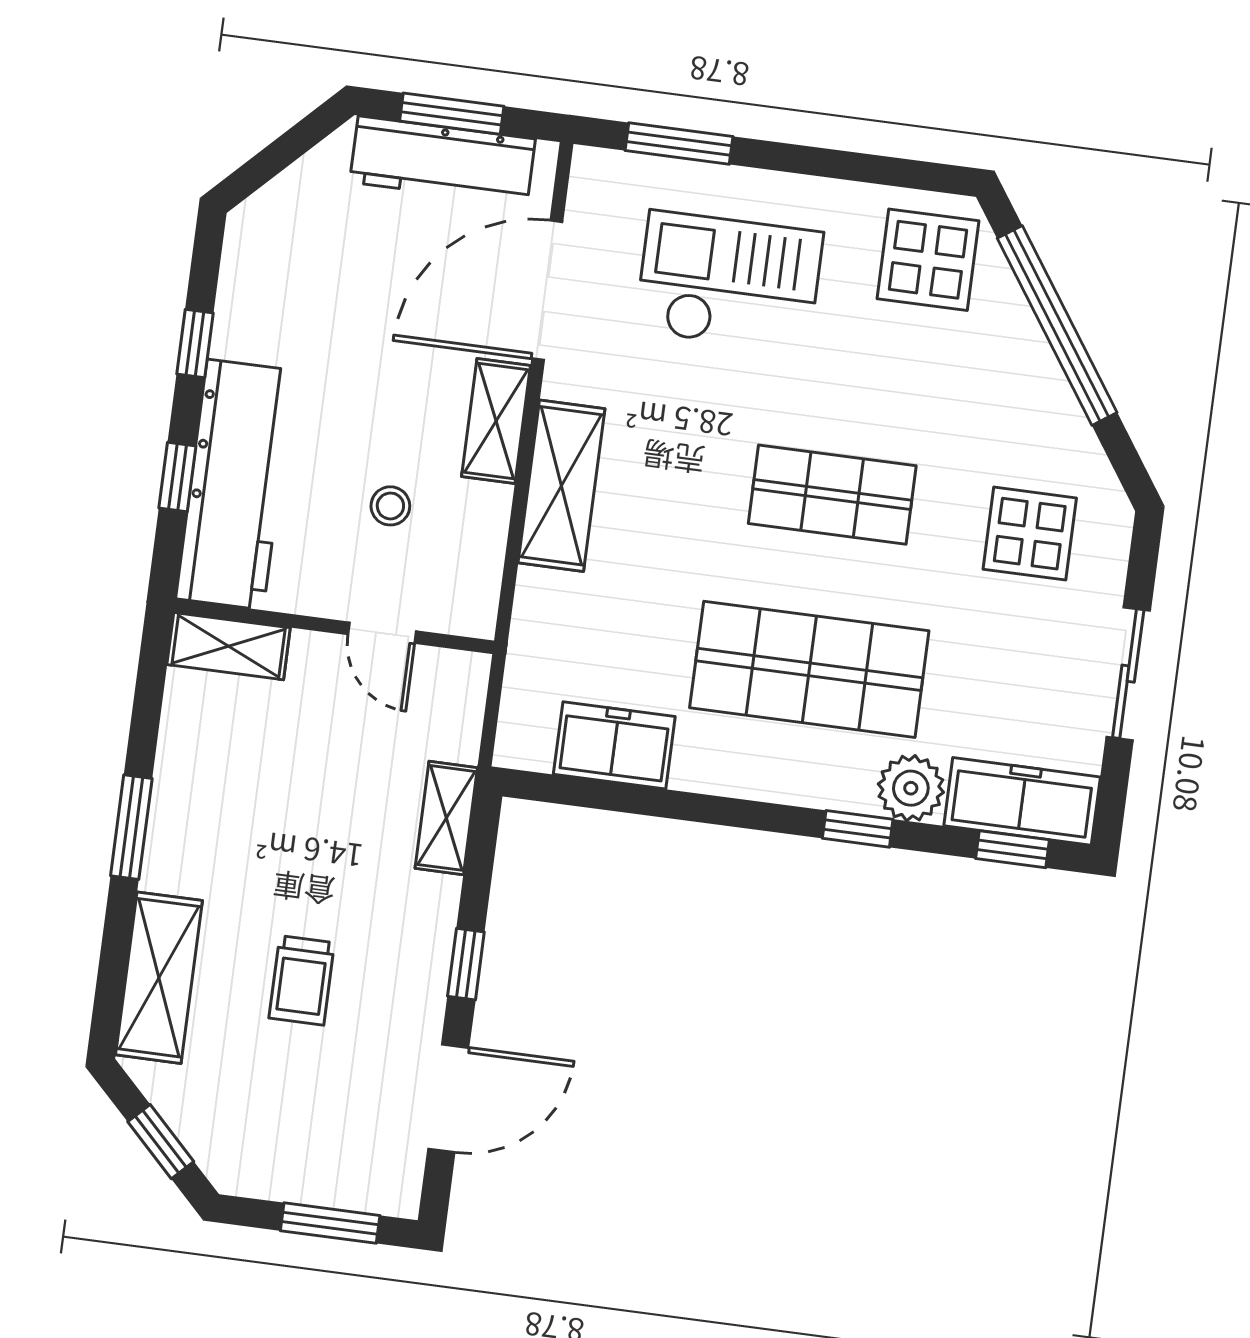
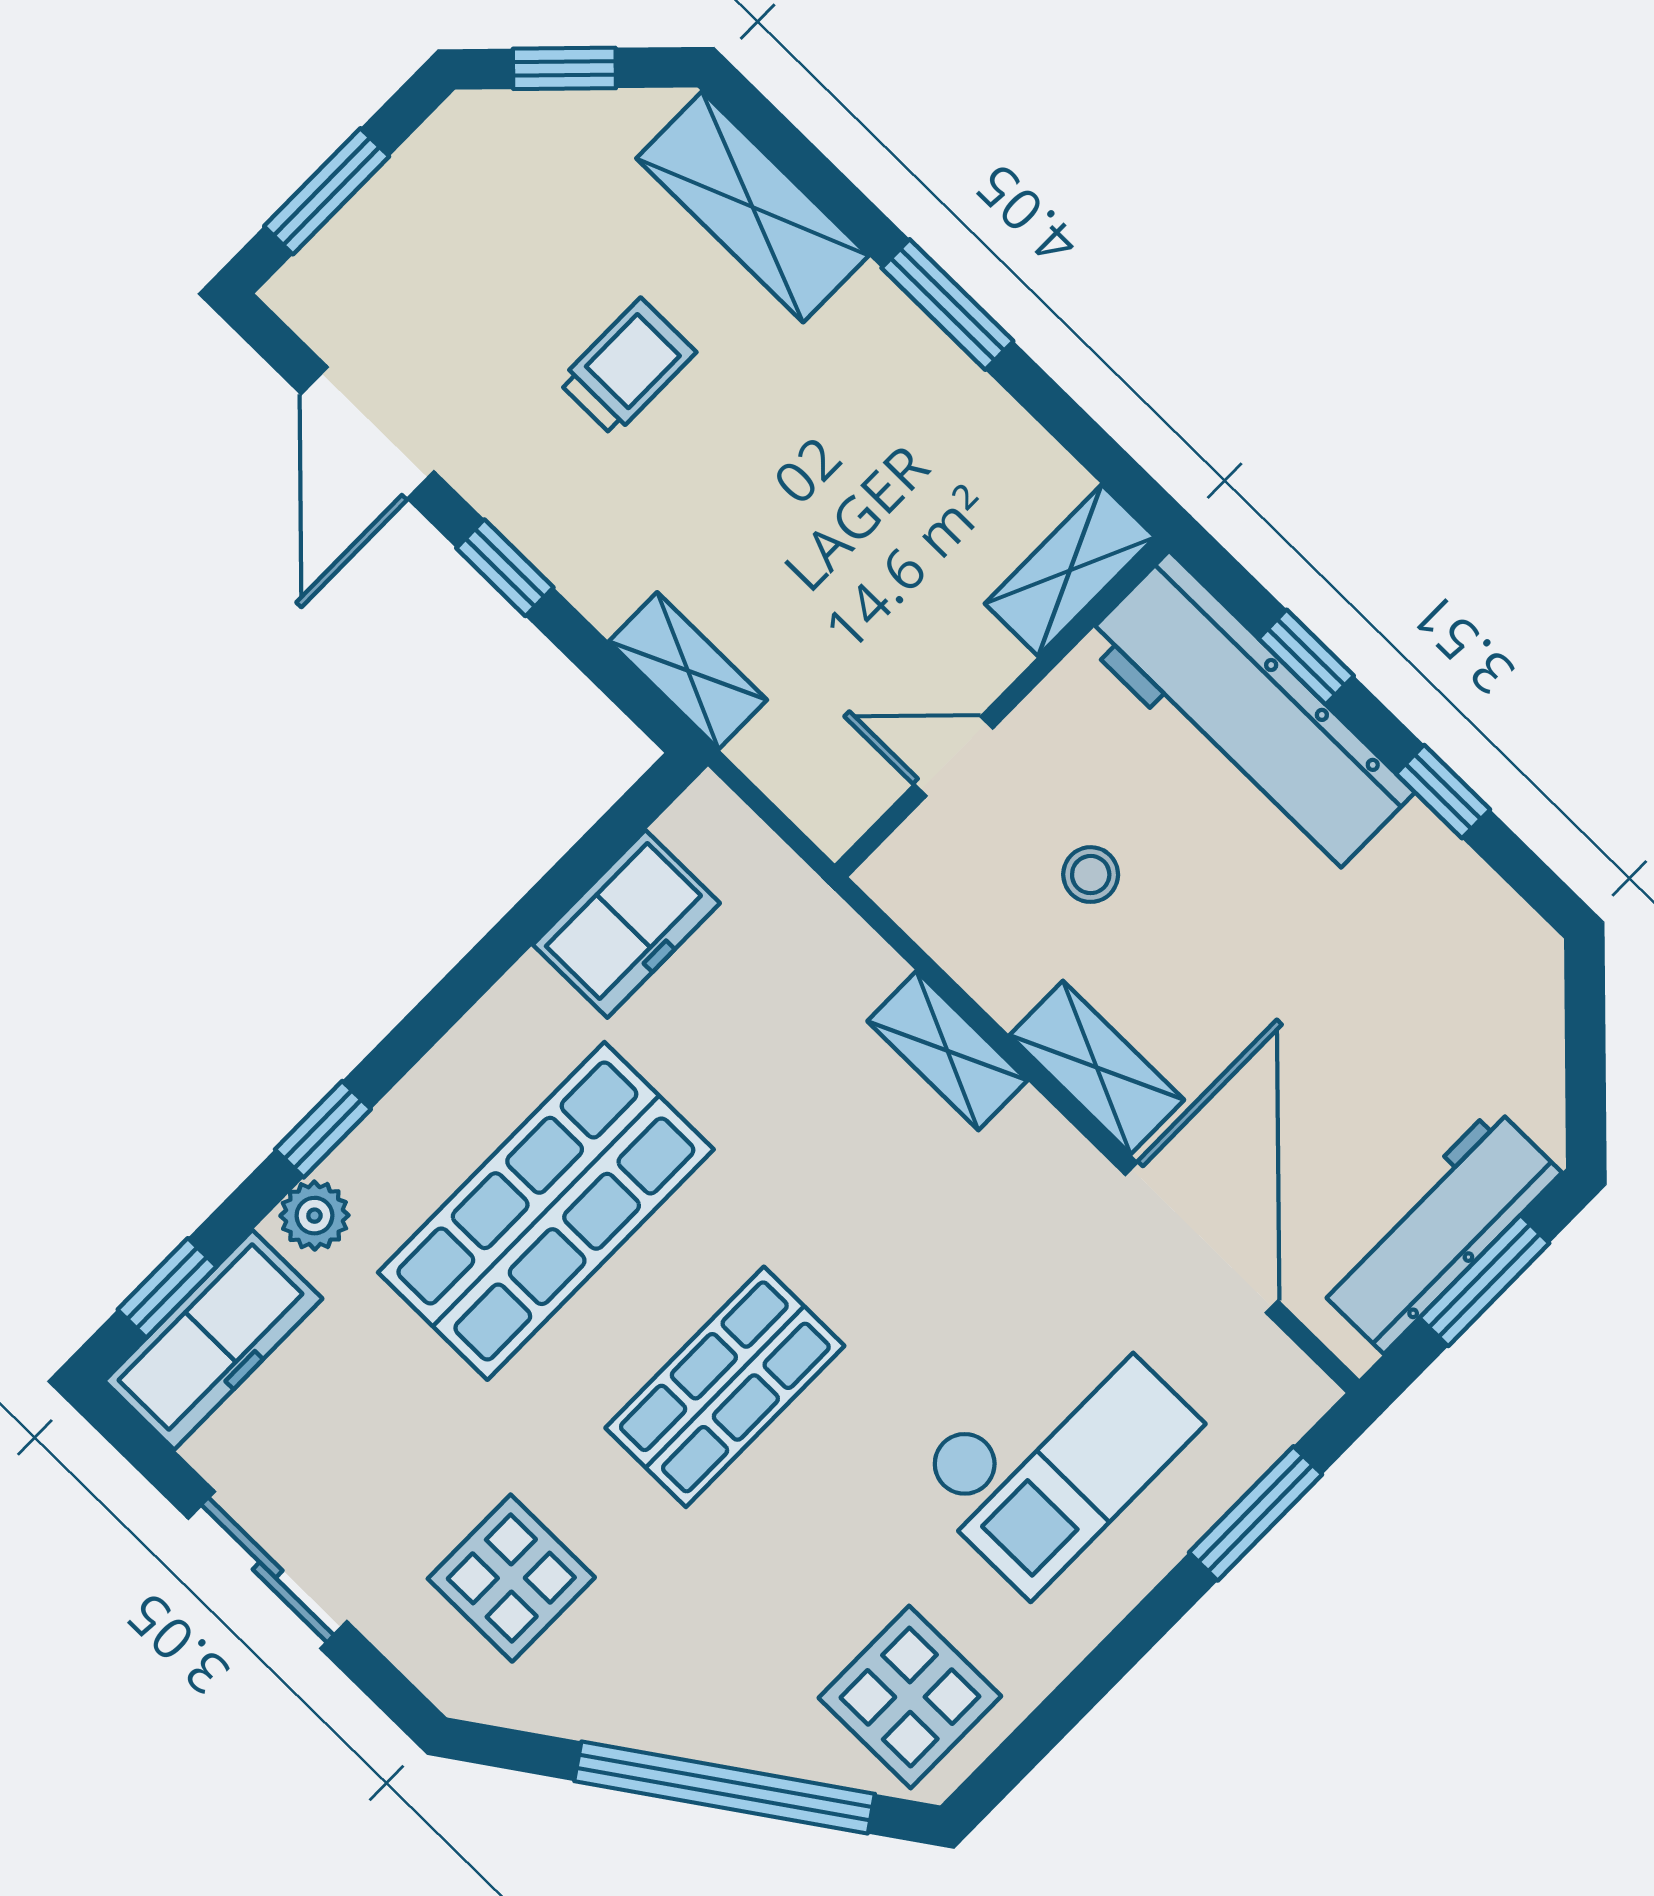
shelving: (561, 486) -> (947, 1051), width x0.67, depth x0.75
plant: (911, 788) -> (314, 1216), width x0.73, depth x0.73
trolley: (302, 980) -> (627, 367), turned 90

